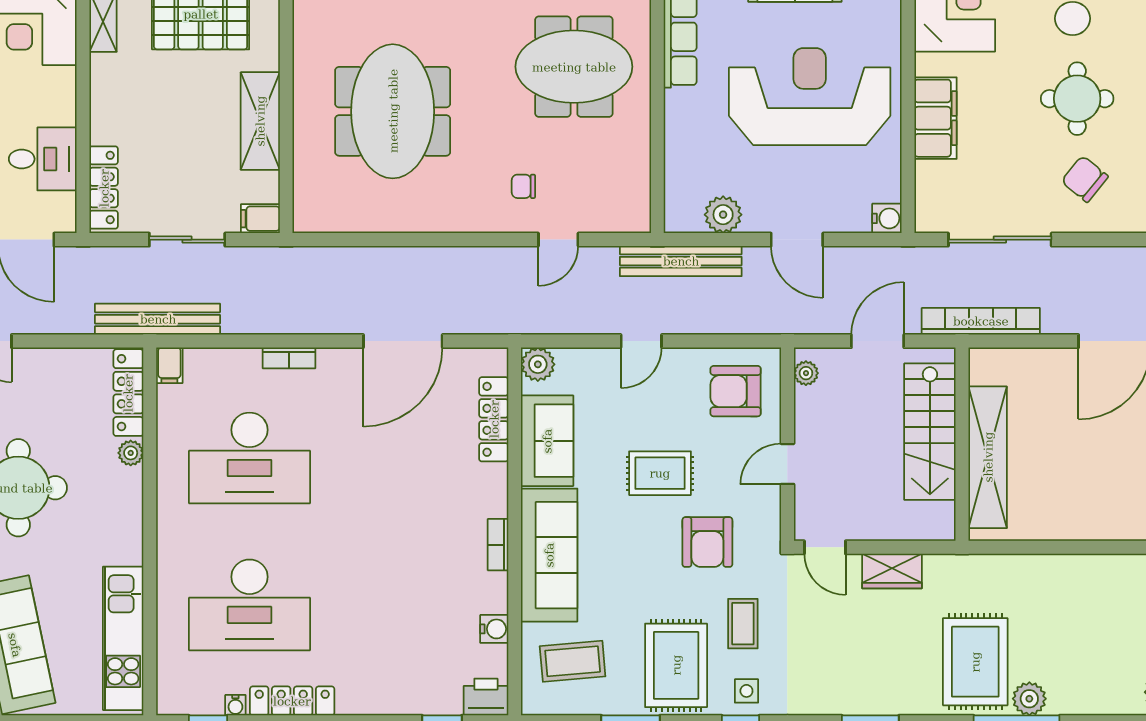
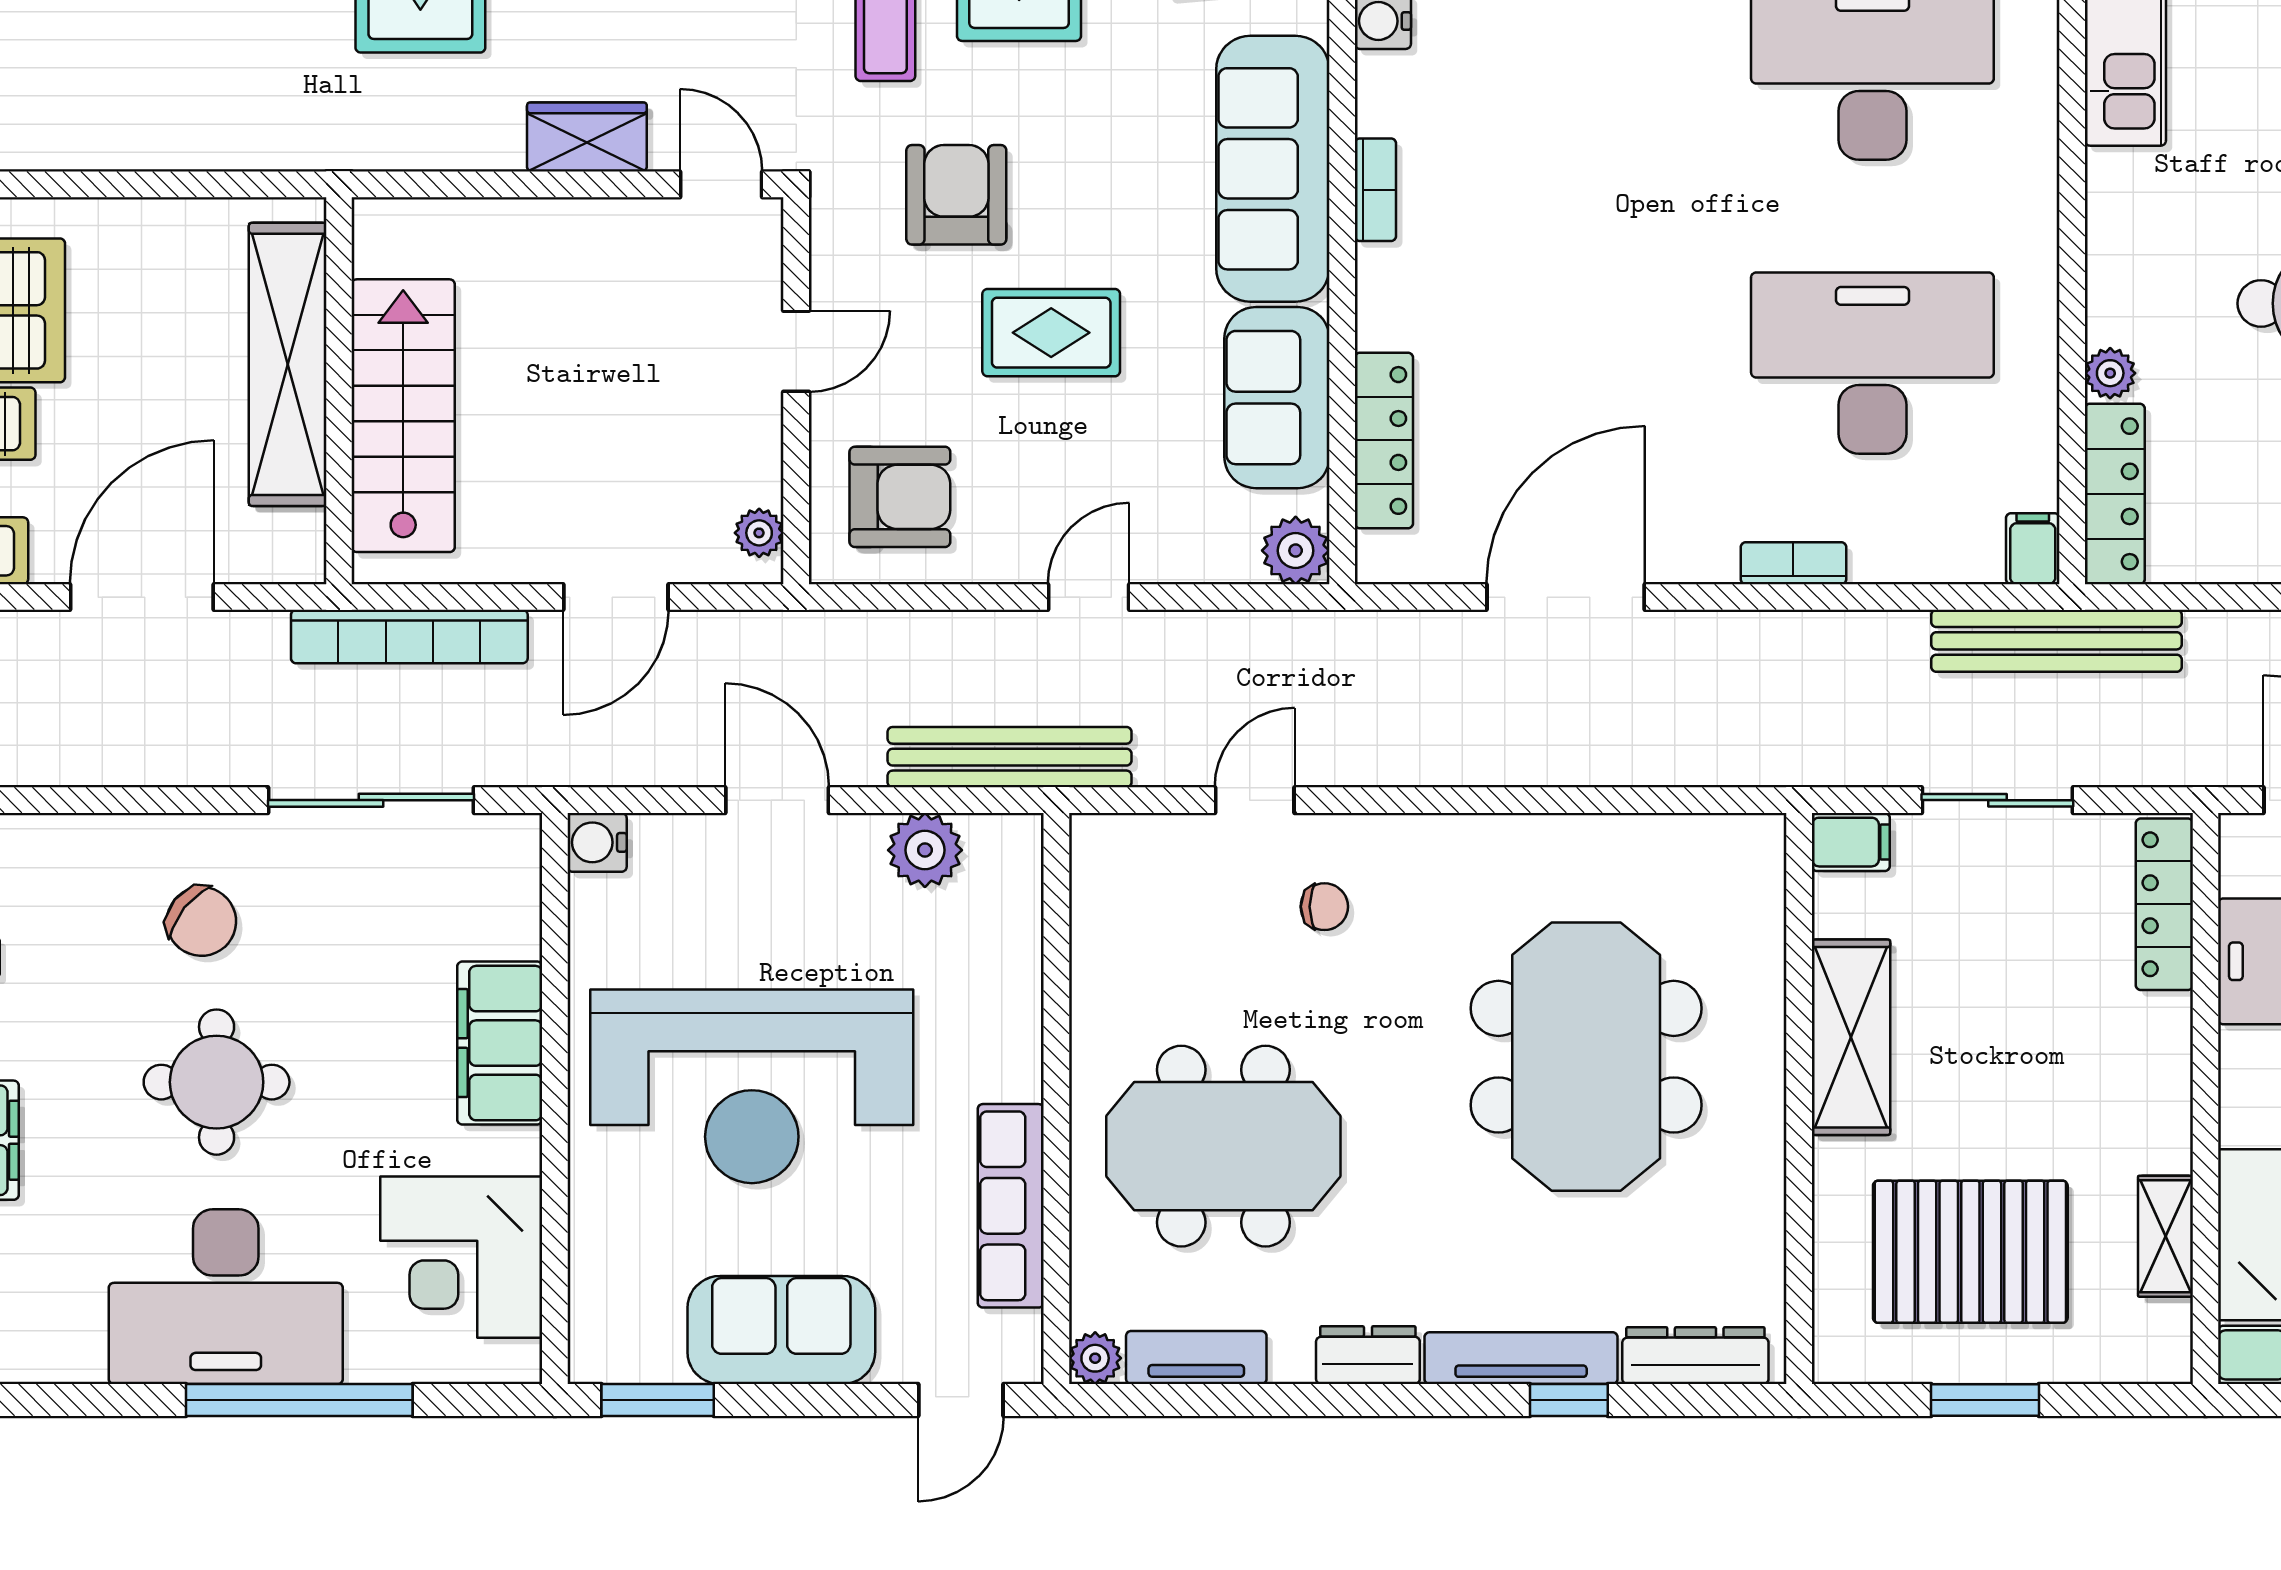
stairs: (930, 432) -> (403, 416), moved
wall: (962, 444) -> (339, 391), moved
shelving: (988, 457) -> (288, 364), moved

